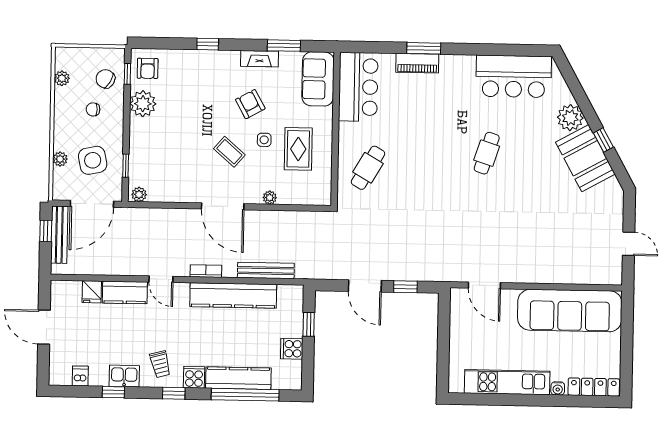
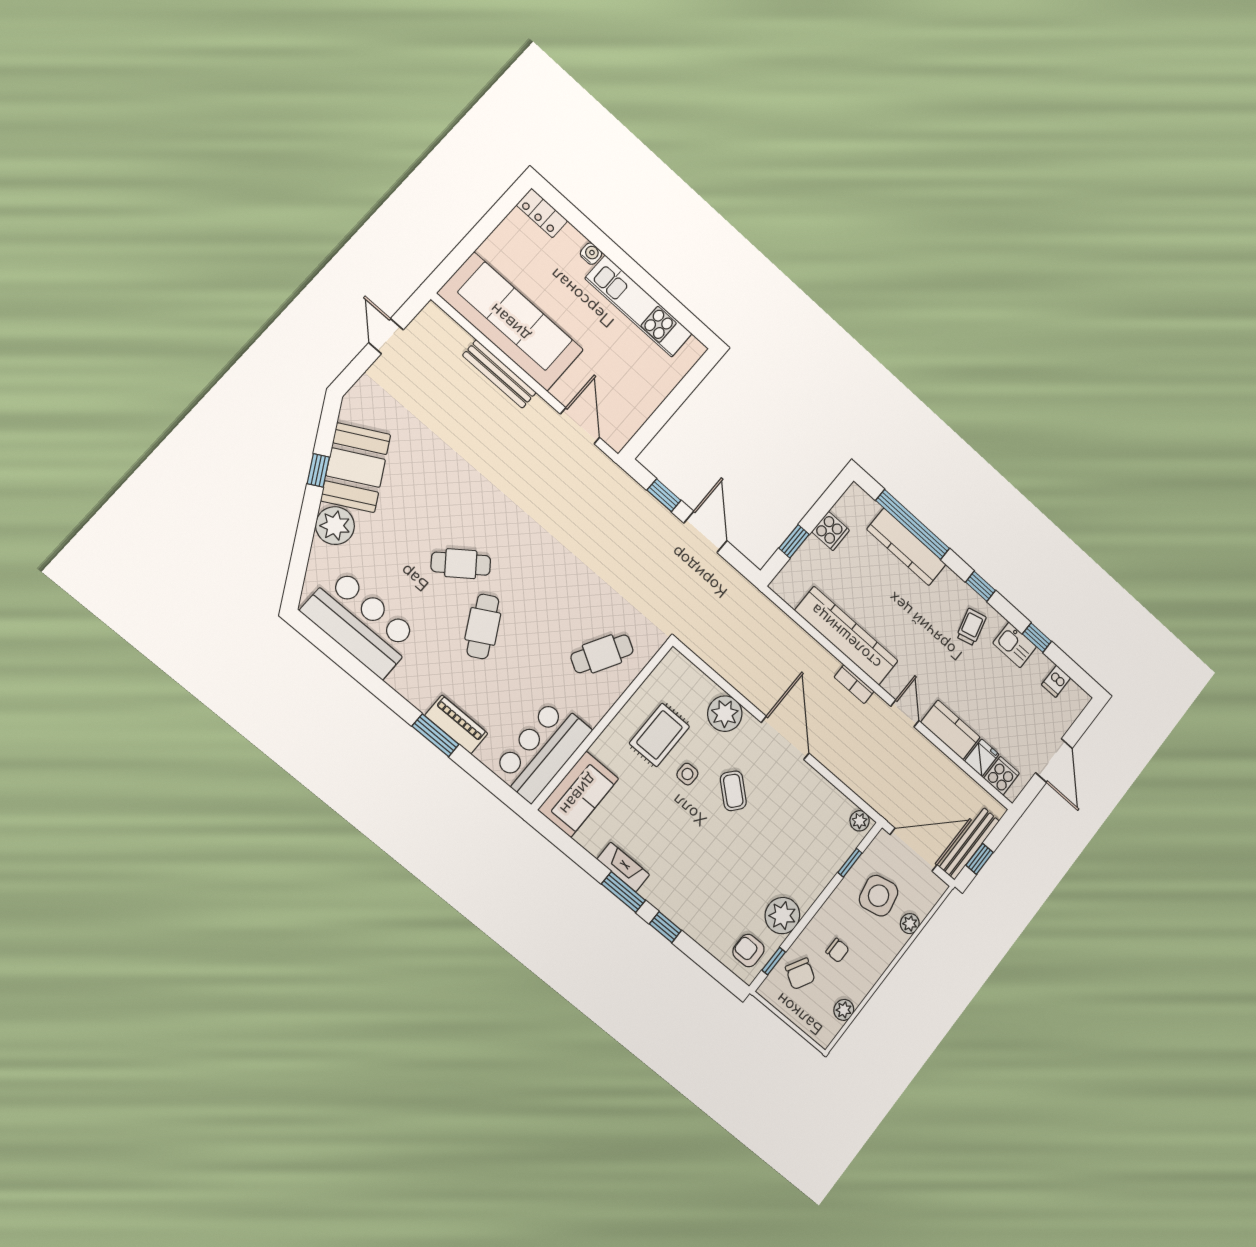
window: (284, 46) -> (623, 892), moved
armchair: (148, 68) -> (748, 950), turned -90
armchair: (250, 104) -> (672, 825), removed
cafe table: (447, 129) -> (483, 626), added
cafe table: (487, 153) -> (461, 564), turned 35
plant: (270, 198) -> (725, 714), width x1.87, depth x1.87
bench: (266, 271) -> (499, 374), moved
cooker: (194, 377) -> (1002, 776), moved, turned 180
locker: (594, 387) -> (542, 213), width x0.66

